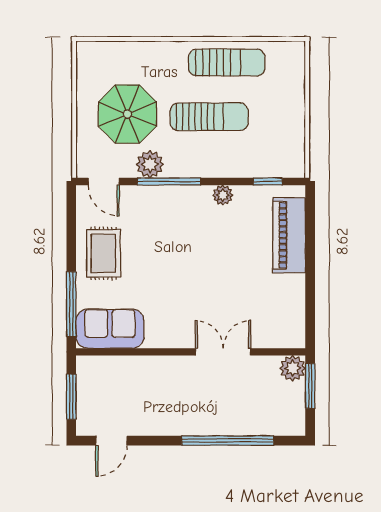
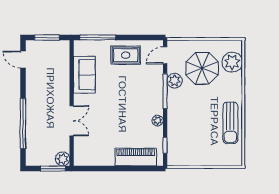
plant: (116, 59) -> (232, 62), added
sun lounger: (209, 117) -> (201, 113), removed
sofa: (110, 329) -> (84, 75), moved

